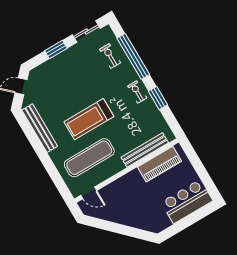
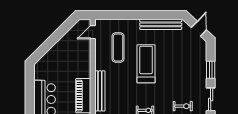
exercise mat: (89, 158) -> (118, 48), width x0.73, depth x0.69

